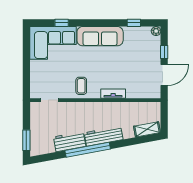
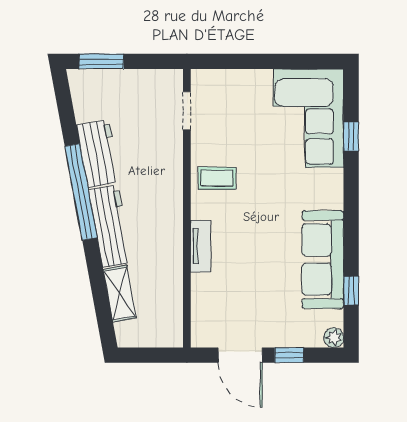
sofa: (100, 36) -> (323, 260), moved
shelving: (147, 129) -> (120, 294), moved

